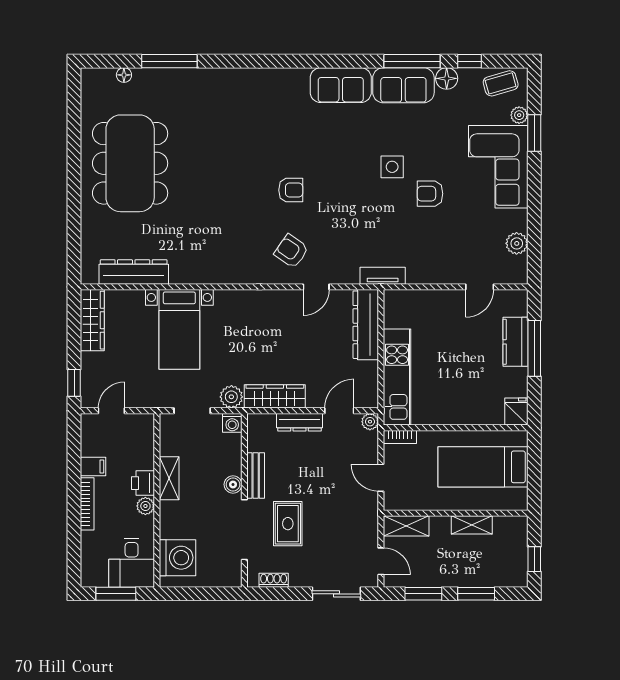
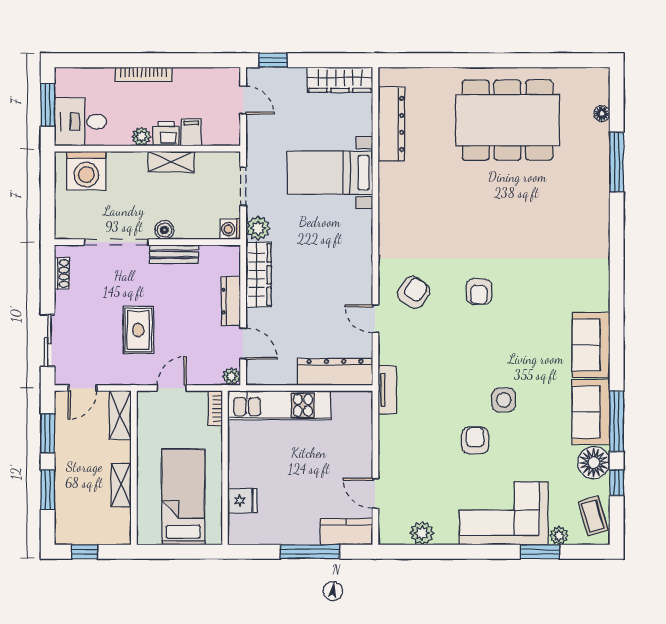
floor lamp: (447, 78) -> (594, 463), width x1.38, depth x1.38
kitchen counter: (515, 342) -> (346, 532), moved
fridge: (516, 412) -> (242, 501), moved
filing cabinet: (93, 467) -> (191, 132), moved, turned 180
rug: (288, 524) -> (138, 330), moved, turned 90

